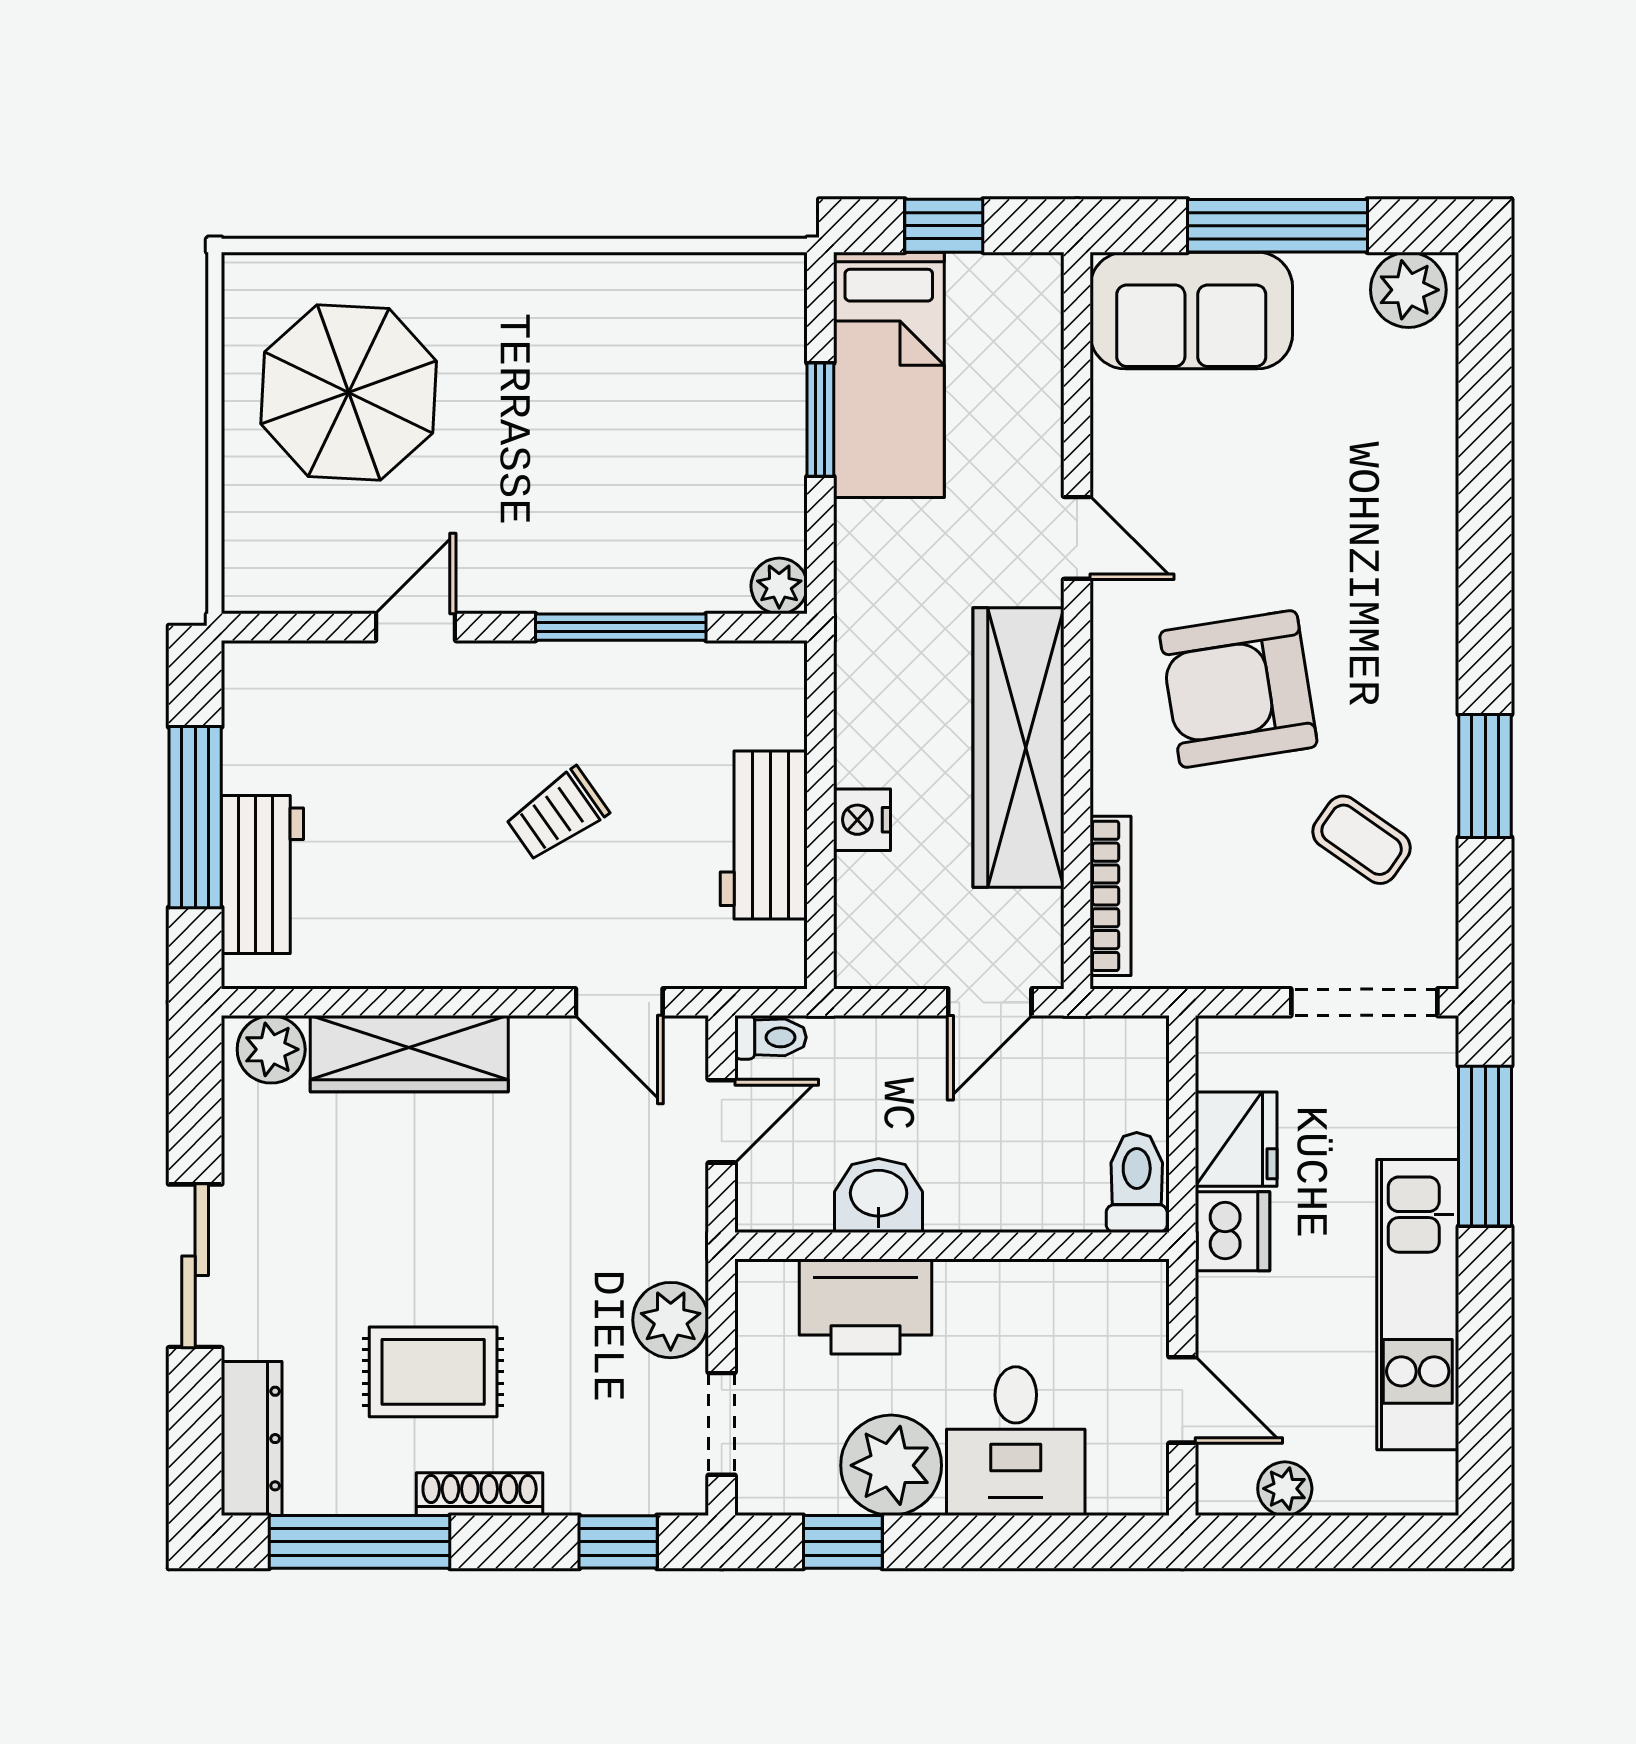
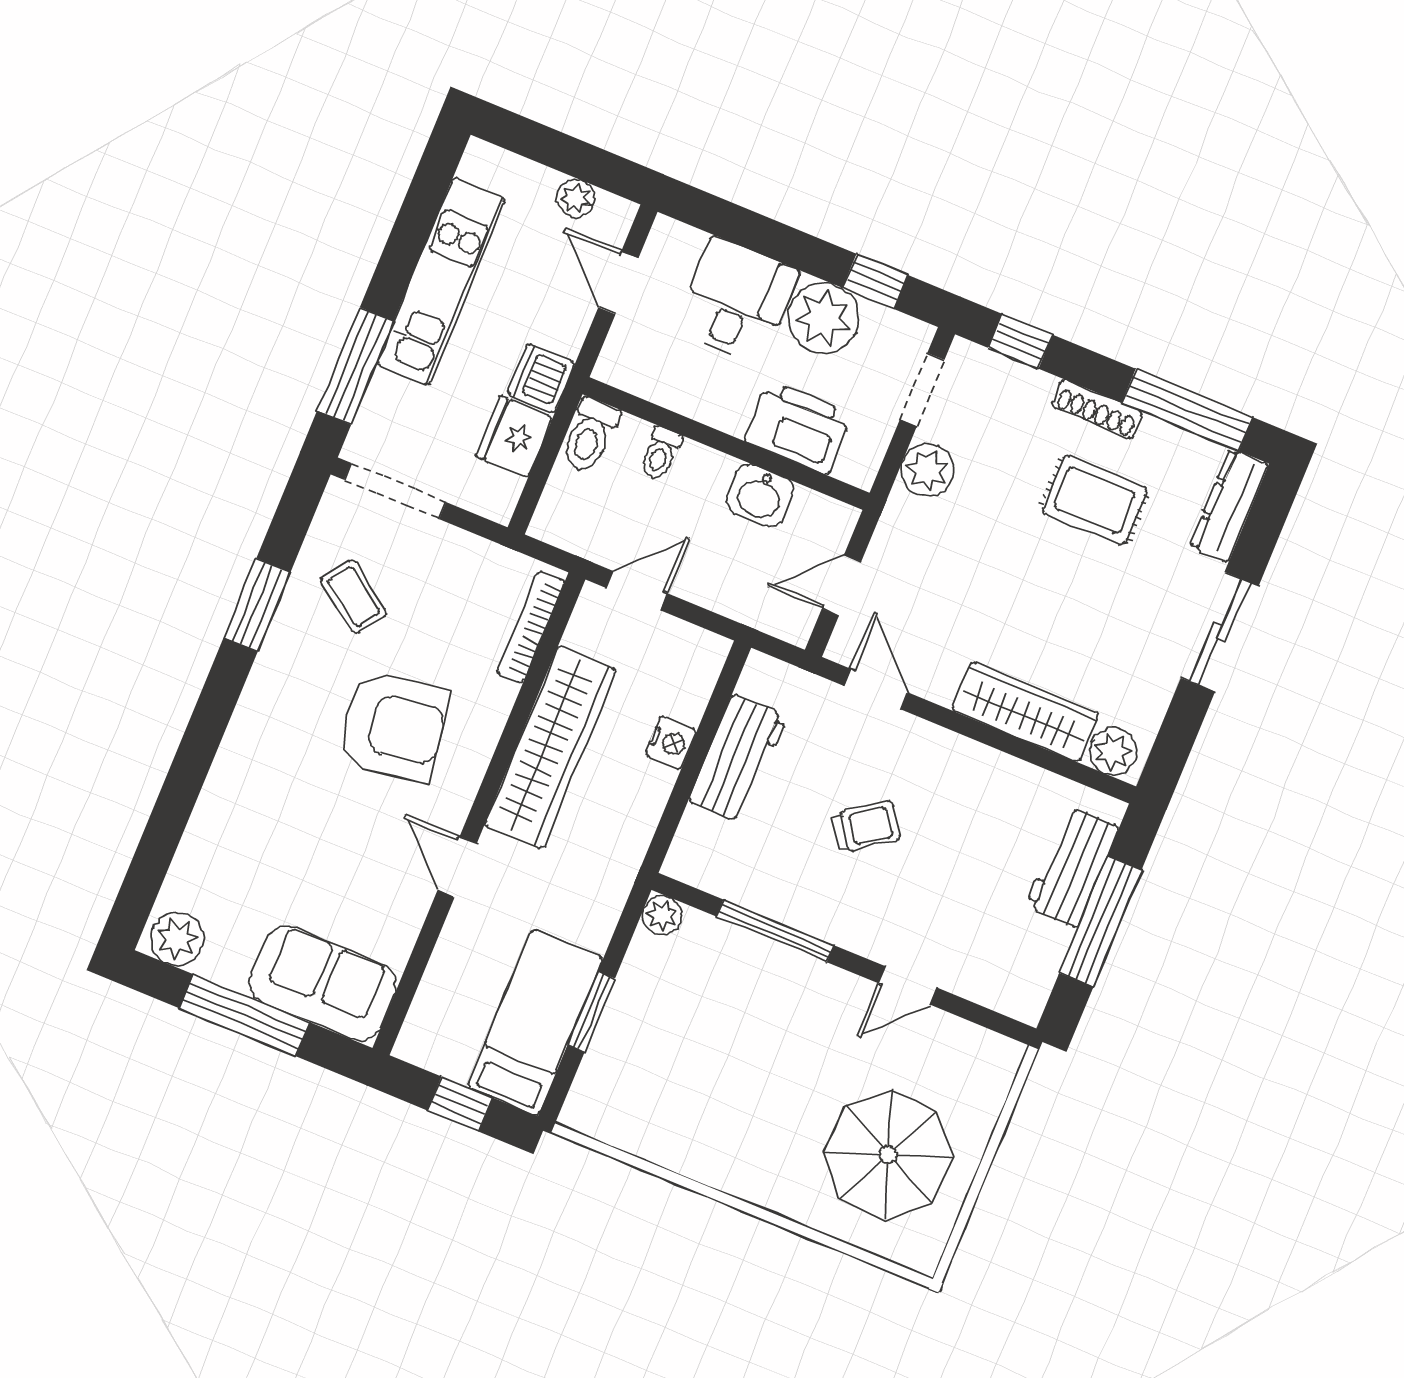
toilet: (770, 1037) -> (660, 453), moved, turned -90

